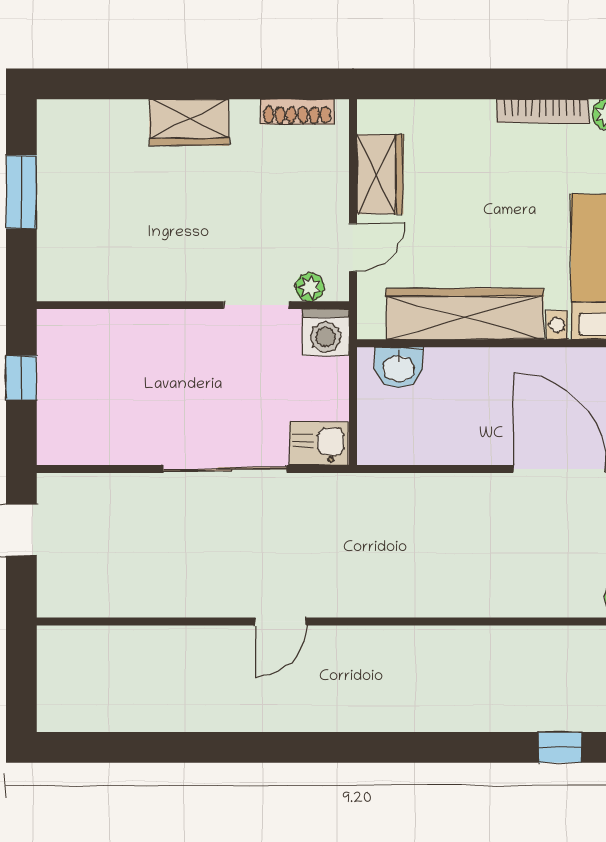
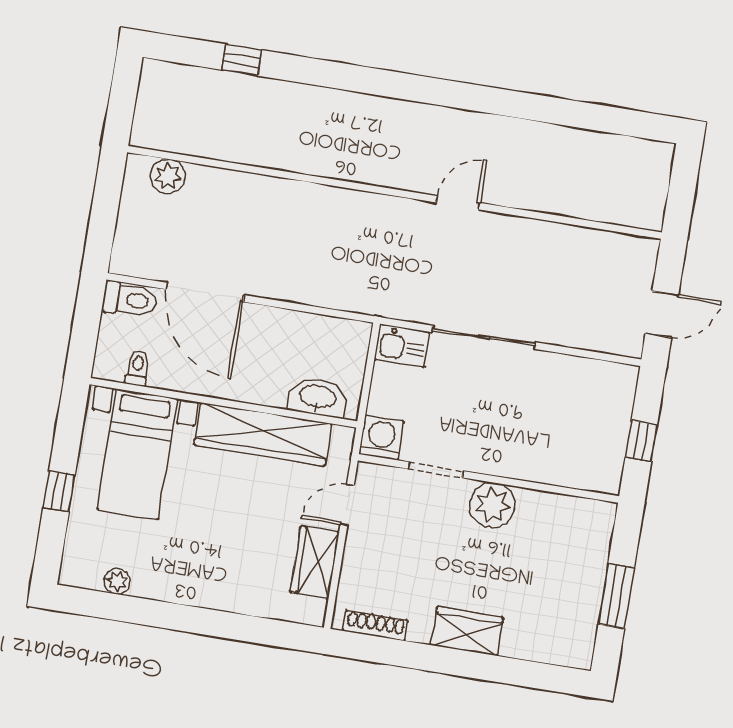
bookcase: (543, 111) -> (170, 593), removed
plant: (310, 287) -> (492, 505), moved, width x1.87, depth x1.87
washbasin: (399, 367) -> (318, 397), width x1.38

